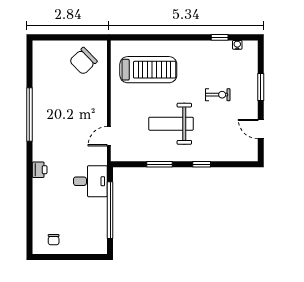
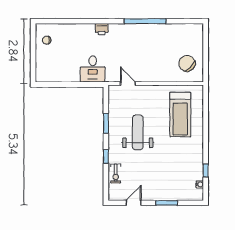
exercise bike: (218, 95) -> (116, 173), moved
window: (110, 210) -> (70, 84), removed

